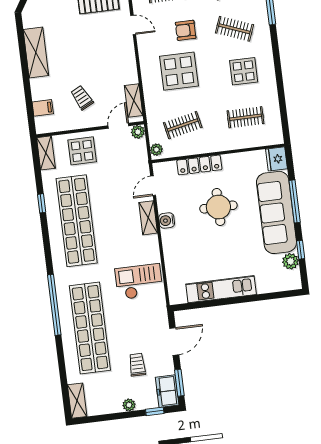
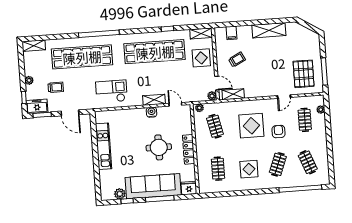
locker: (199, 165) -> (189, 149), moved
checkout: (139, 282) -> (111, 91), turned -90

